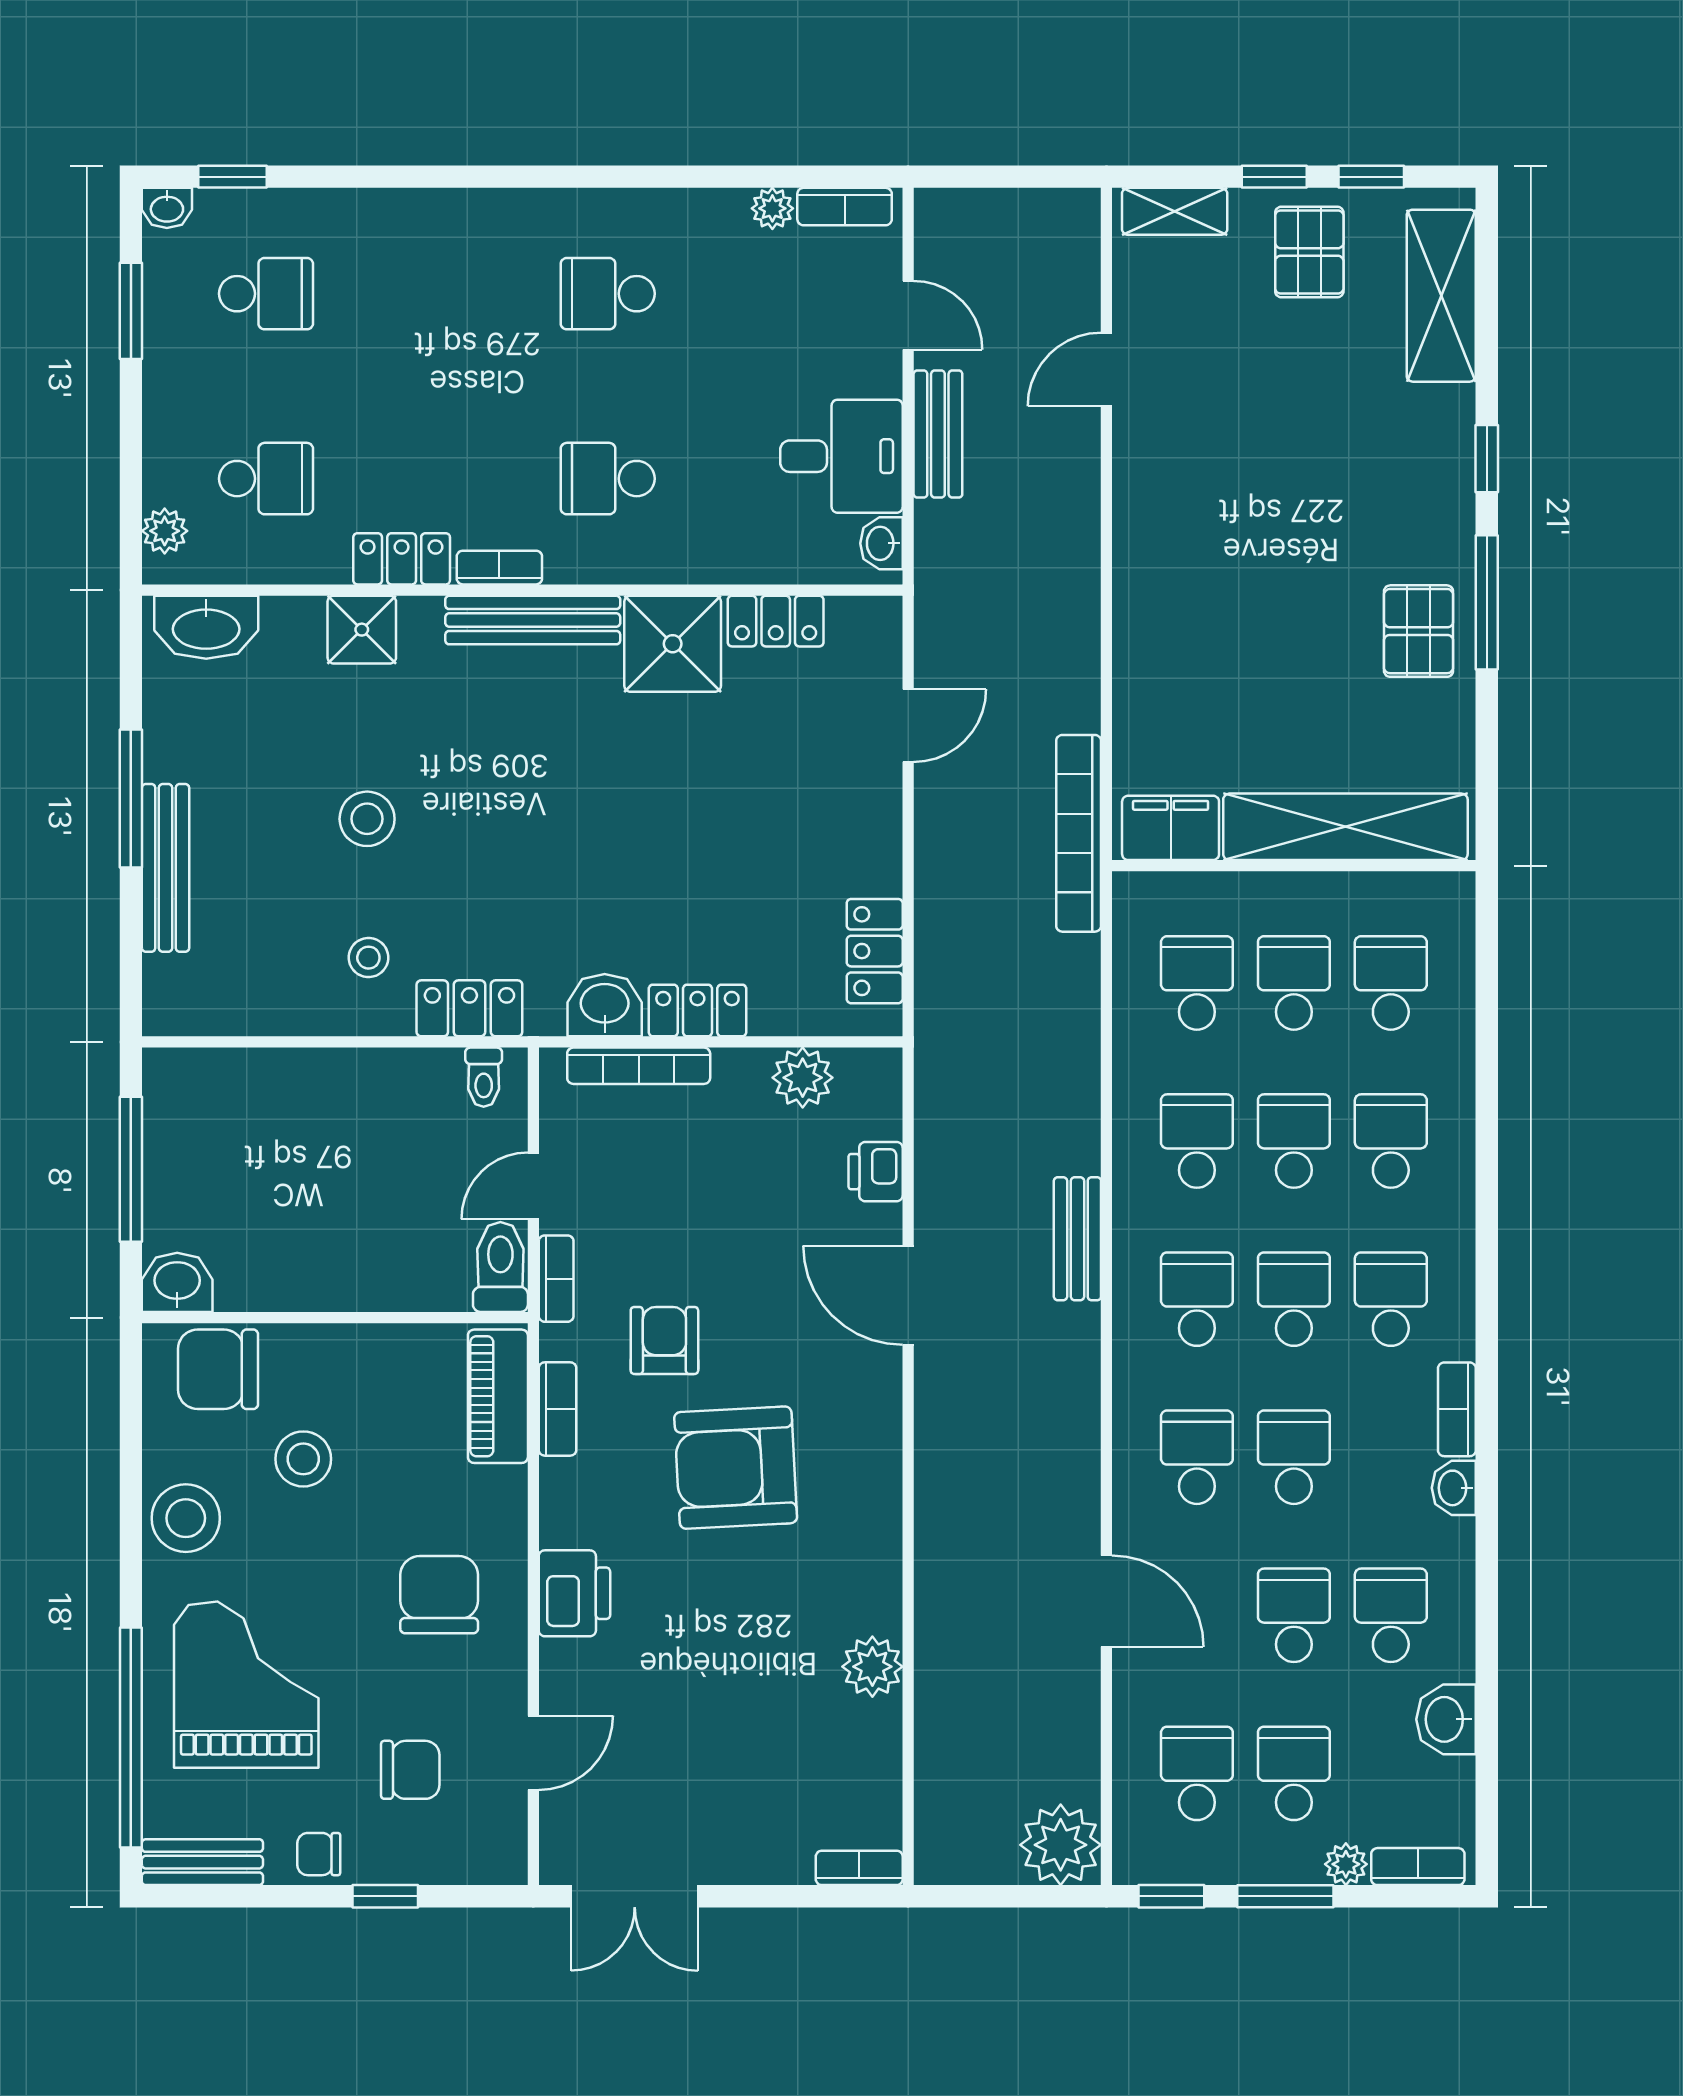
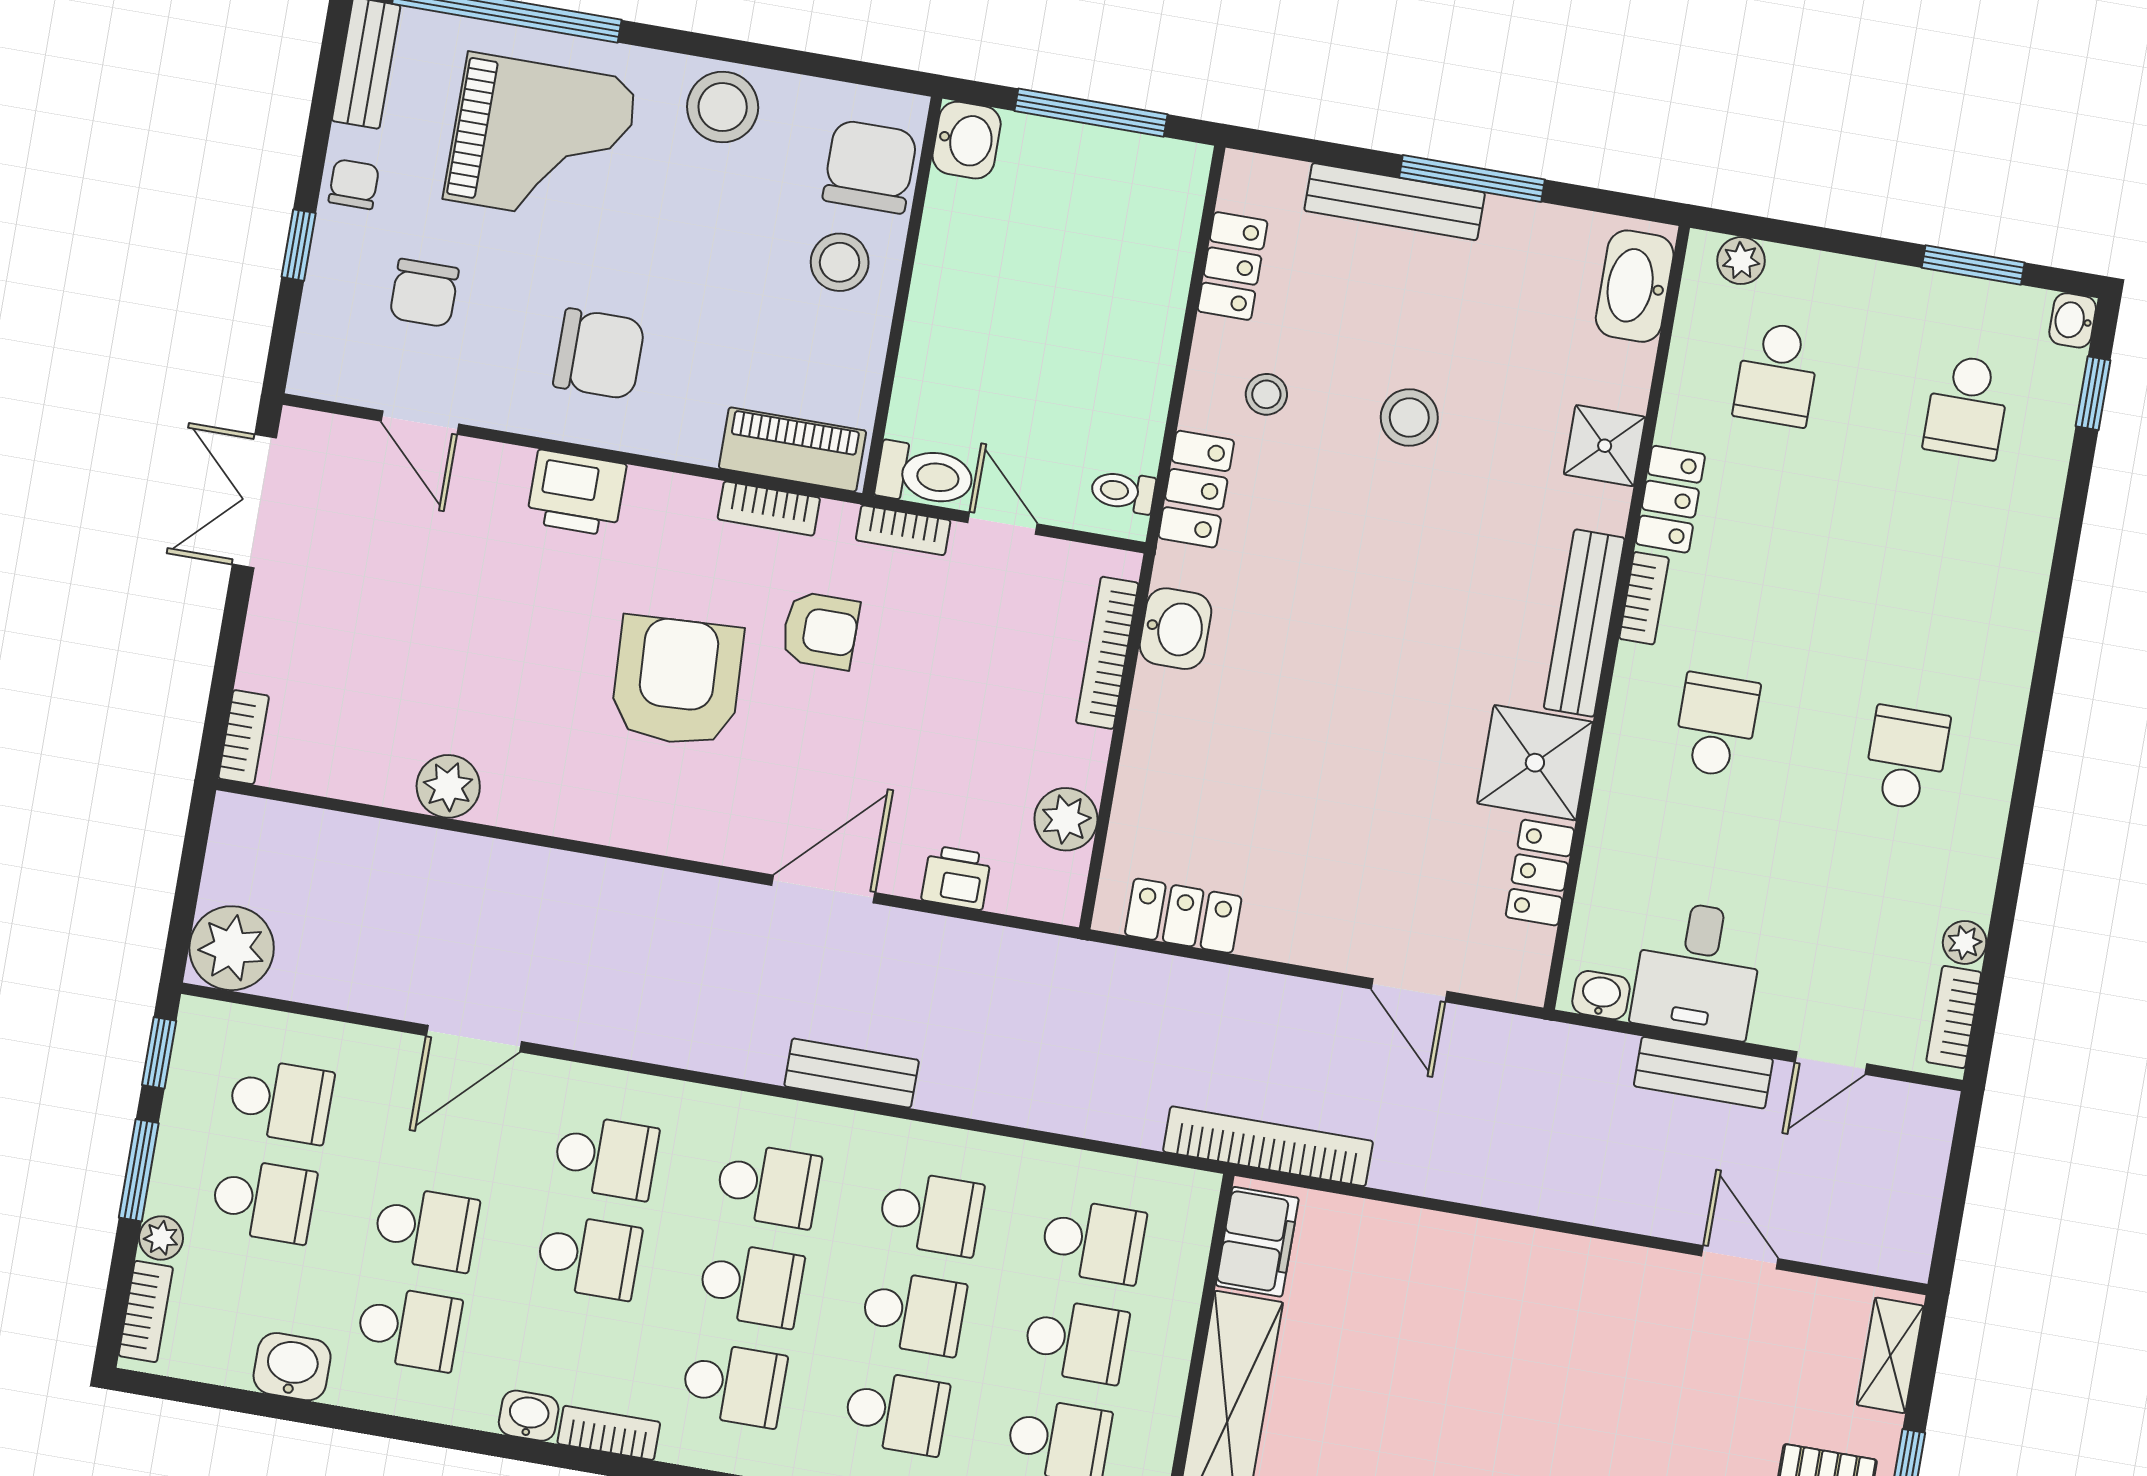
locker: (697, 1010) -> (1233, 266), moved
stool: (303, 1459) -> (840, 262), moved

